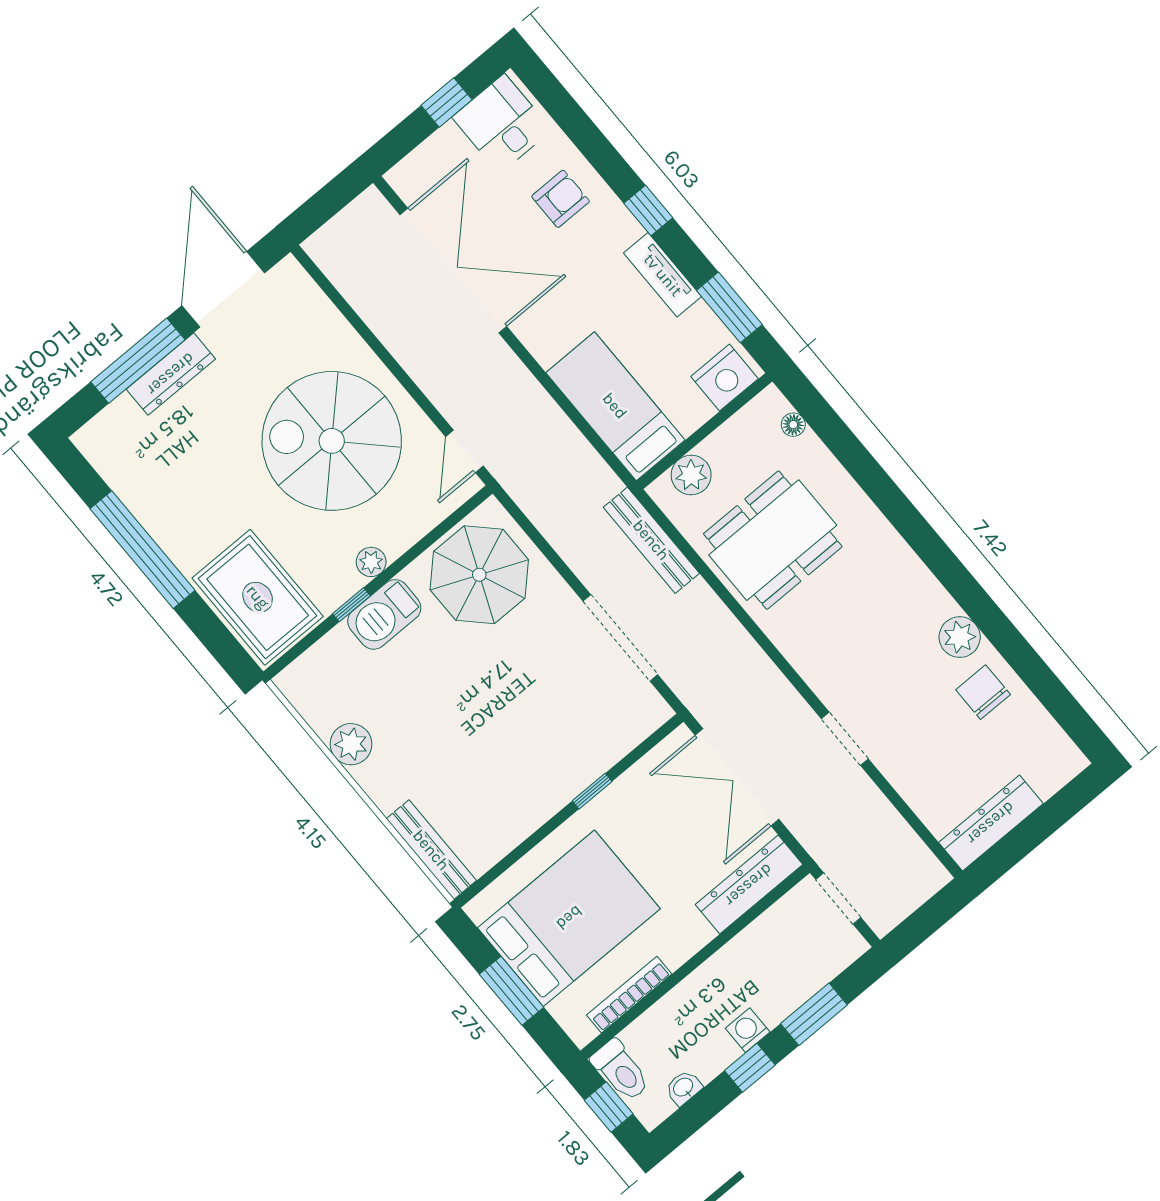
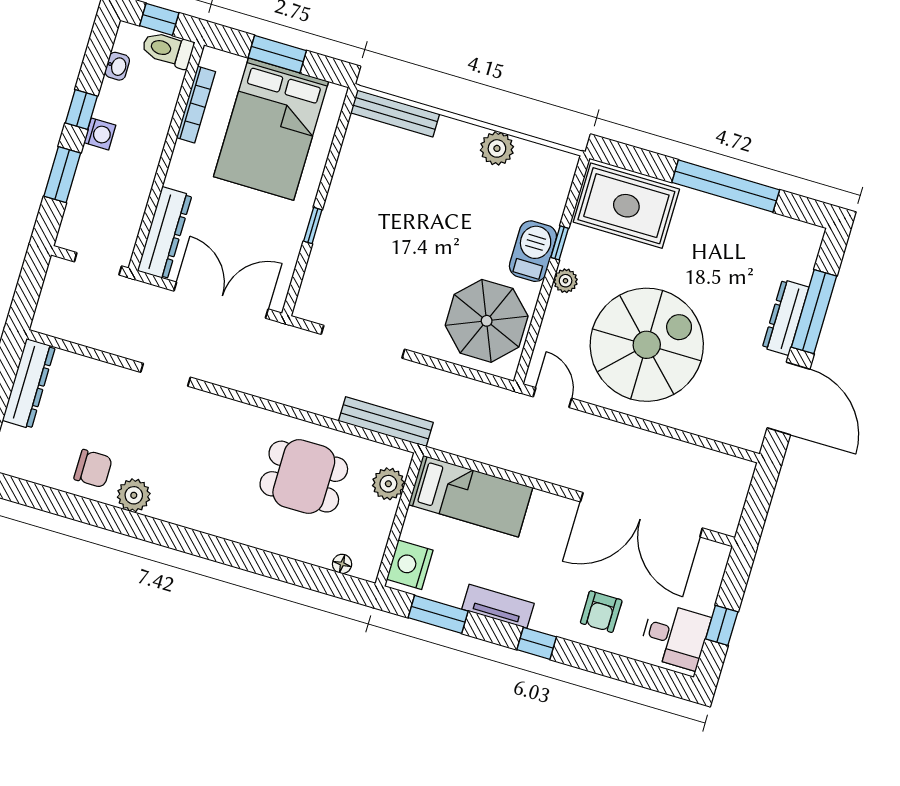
dining table: (773, 540) -> (304, 477), width x0.73

